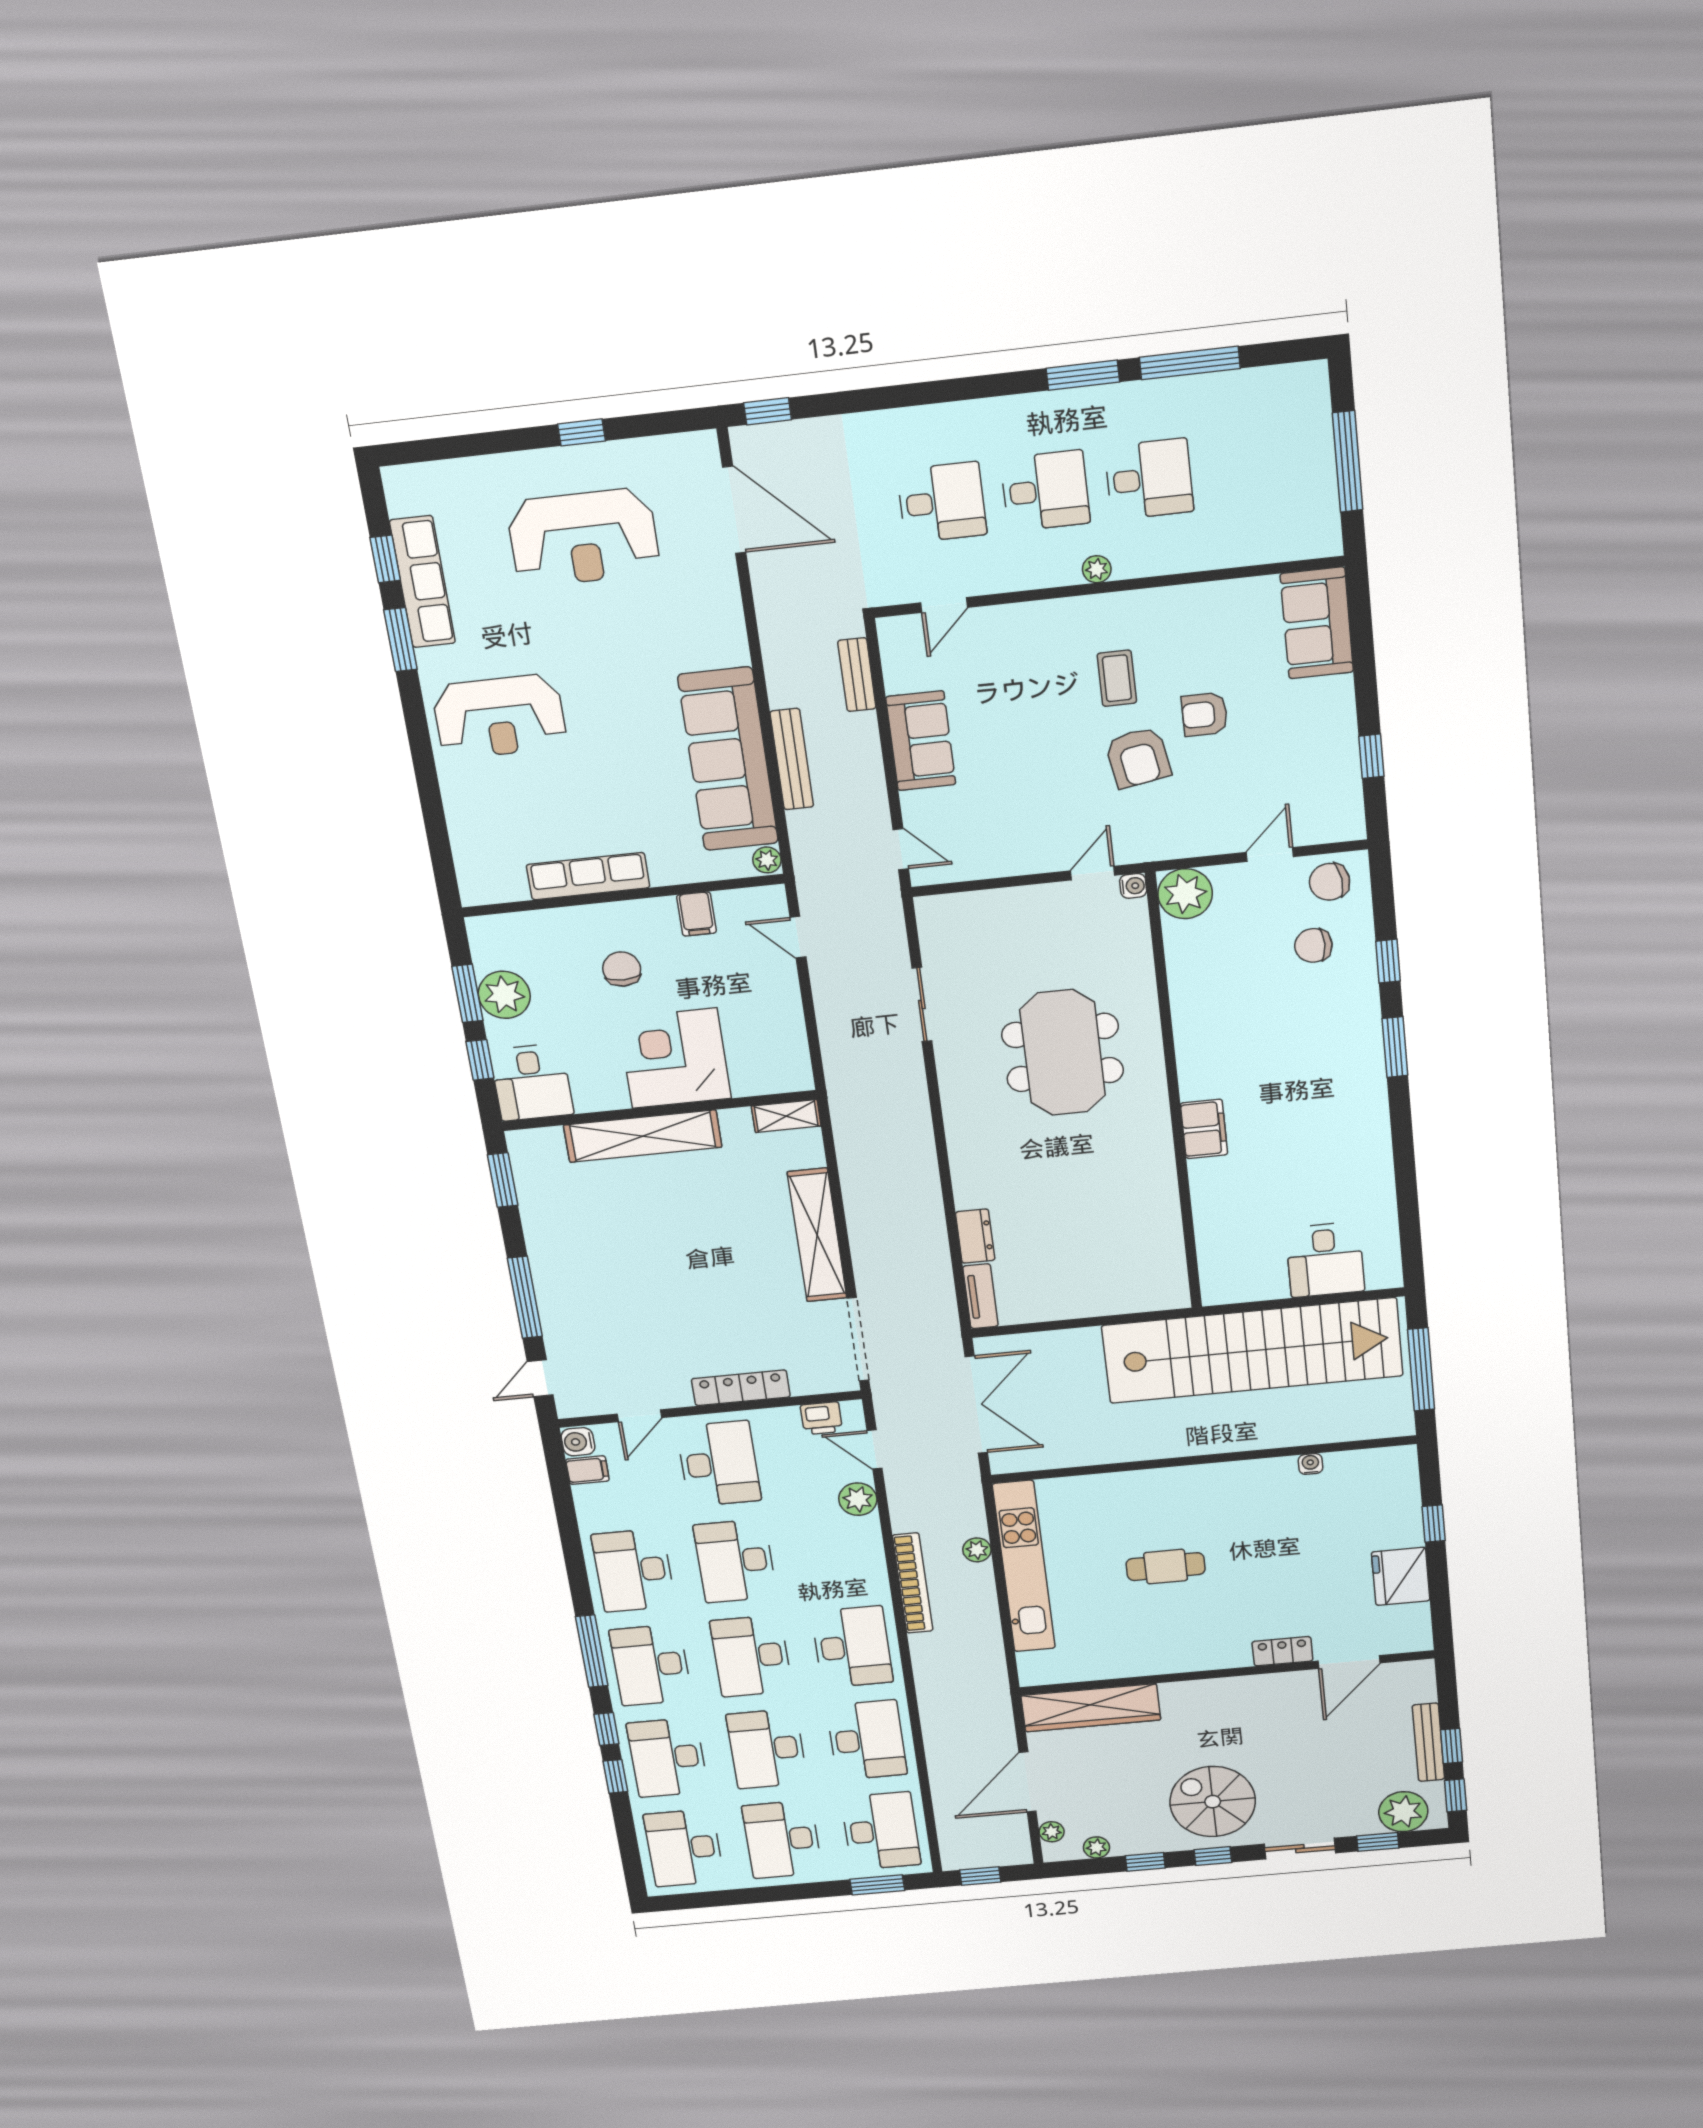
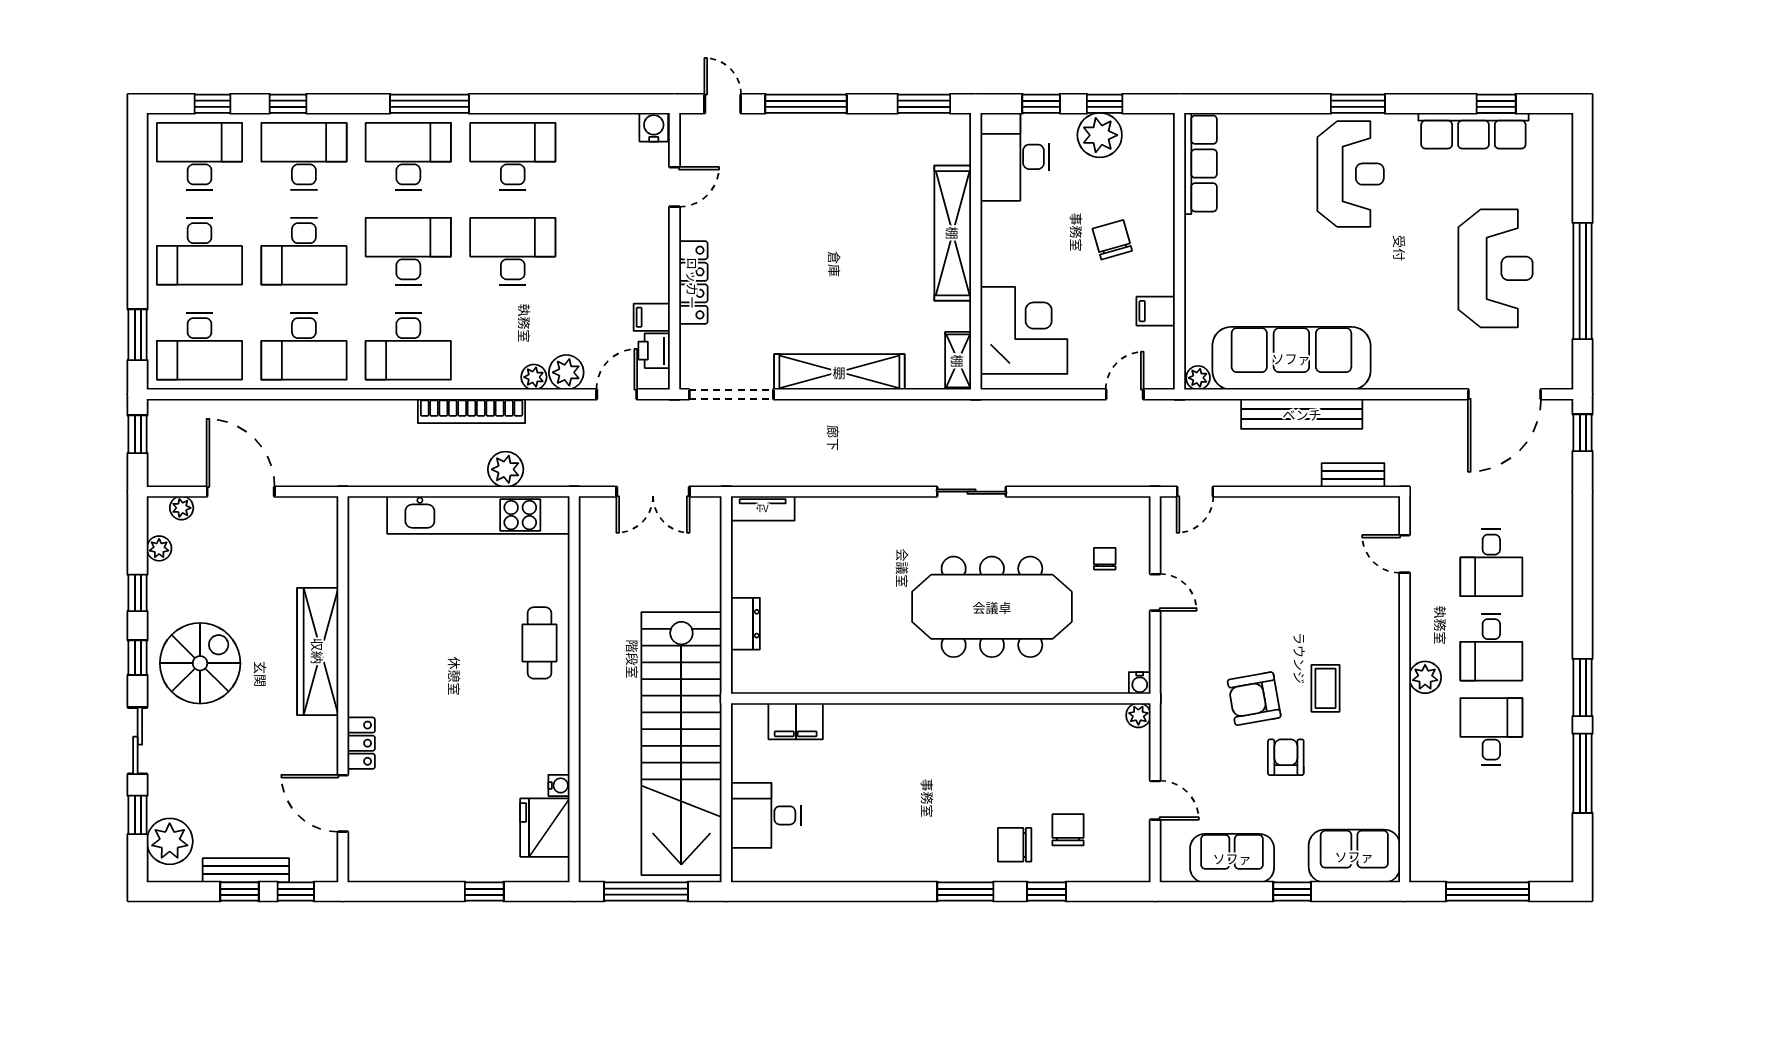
window: (582, 432) -> (1583, 281), width x3.17
desk: (1149, 479) -> (1491, 732), turned 180
reception desk: (583, 538) -> (1495, 268), turned 180
plant: (1097, 569) -> (1425, 677), width x1.38, depth x1.38
window: (400, 640) -> (1358, 104), moved
coffee table: (1117, 678) -> (1325, 688), turned 90
reception desk: (500, 717) -> (1351, 174), turned 180
sofa: (921, 741) -> (1232, 858), moved, turned 180
window: (1371, 756) -> (1292, 892), moved
bench: (792, 759) -> (1302, 414), width x1.37, depth x1.21
door: (1093, 873) -> (1155, 592), moved
row of seats: (588, 876) -> (1200, 164), moved
chair: (1330, 882) -> (1015, 845), moved, turned -82
plant: (1185, 894) -> (1138, 715), width x0.53, depth x0.53
chair: (992, 939) -> (1105, 559), added
chair: (622, 969) -> (1112, 240), turned -106
window: (467, 993) -> (1105, 104), width x0.67
sliding door: (922, 1004) -> (971, 492), moved
meeting table: (1063, 1053) -> (992, 607), width x1.36
corner desk: (675, 1058) -> (1024, 330), moved
desk: (532, 1082) -> (1015, 157), width x1.37
filing cabinet: (1204, 1129) -> (796, 721), moved
dresser: (975, 1236) -> (745, 624), moved, turned -90
double door: (976, 1405) -> (653, 492), width x0.73
door: (639, 1416) -> (675, 187), swing flipped
desk: (719, 1464) -> (617, 251), removed
filing cabinet: (587, 1470) -> (652, 317), moved, turned 90
plant: (868, 1529) -> (534, 377), added
plant: (977, 1550) -> (506, 469), width x1.38, depth x1.38
cafe table: (1166, 1567) -> (540, 643), moved
fridge: (1401, 1576) -> (545, 828), moved, turned -90
wardrobe: (1091, 1708) -> (318, 651), moved
window: (606, 1729) -> (212, 104), moved
desk: (767, 1749) -> (304, 251), turned 180
window: (1456, 1795) -> (296, 892), moved
desk: (782, 1839) -> (199, 251), turned 180

